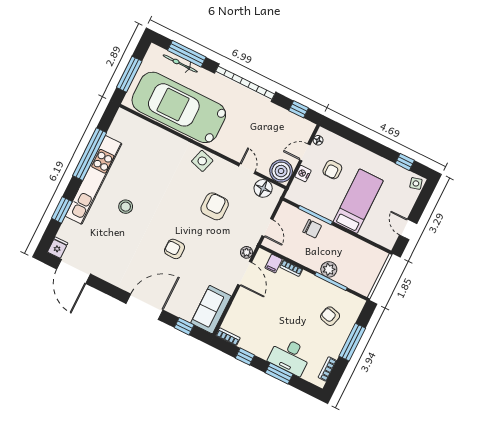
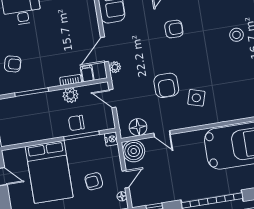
side table: (202, 161) -> (196, 98), moved
armchair: (332, 170) -> (94, 181), turned -96
nightstand: (303, 174) -> (111, 139), moved
bed: (358, 201) -> (49, 172), width x1.50
plant: (329, 269) -> (71, 95), moved
door: (245, 273) -> (104, 49), hinge flipped

